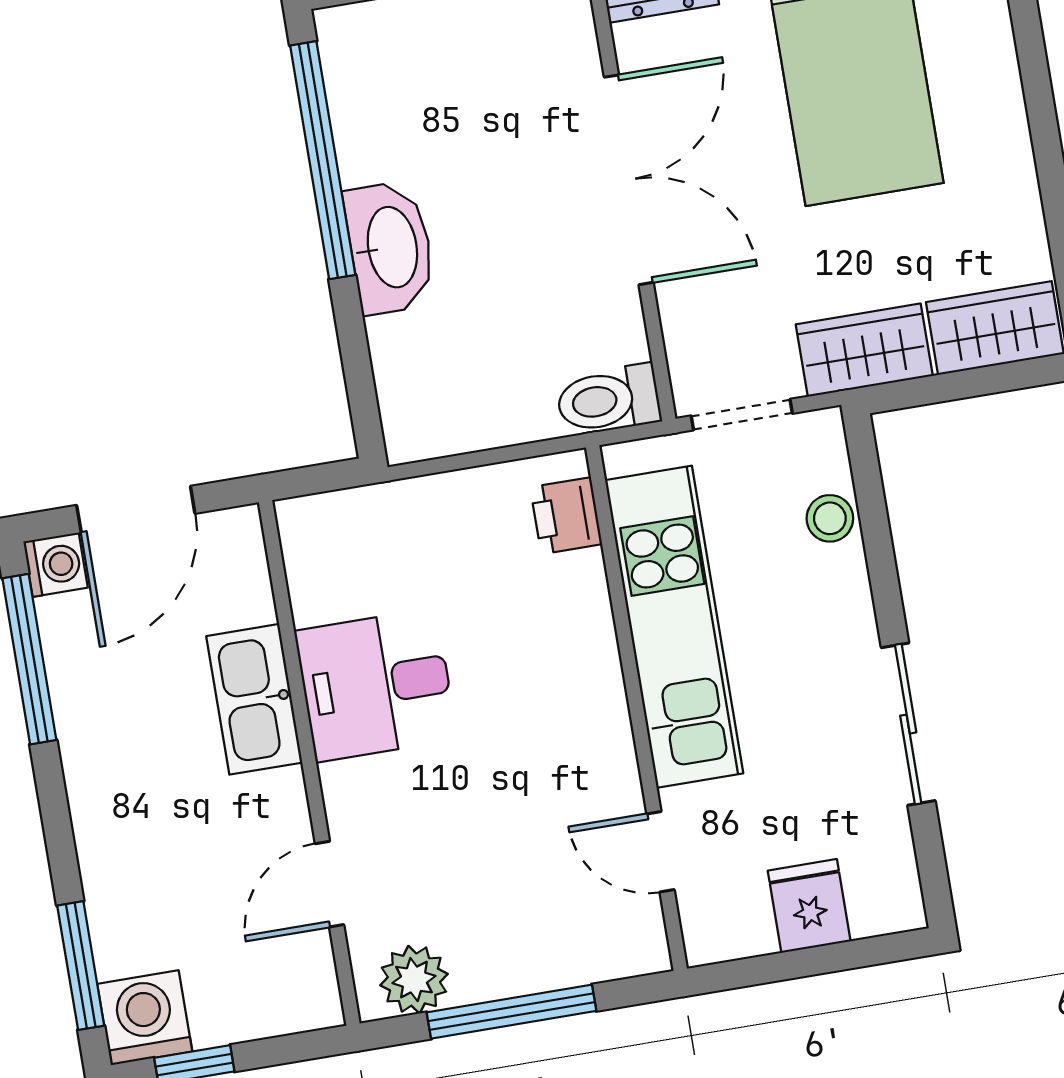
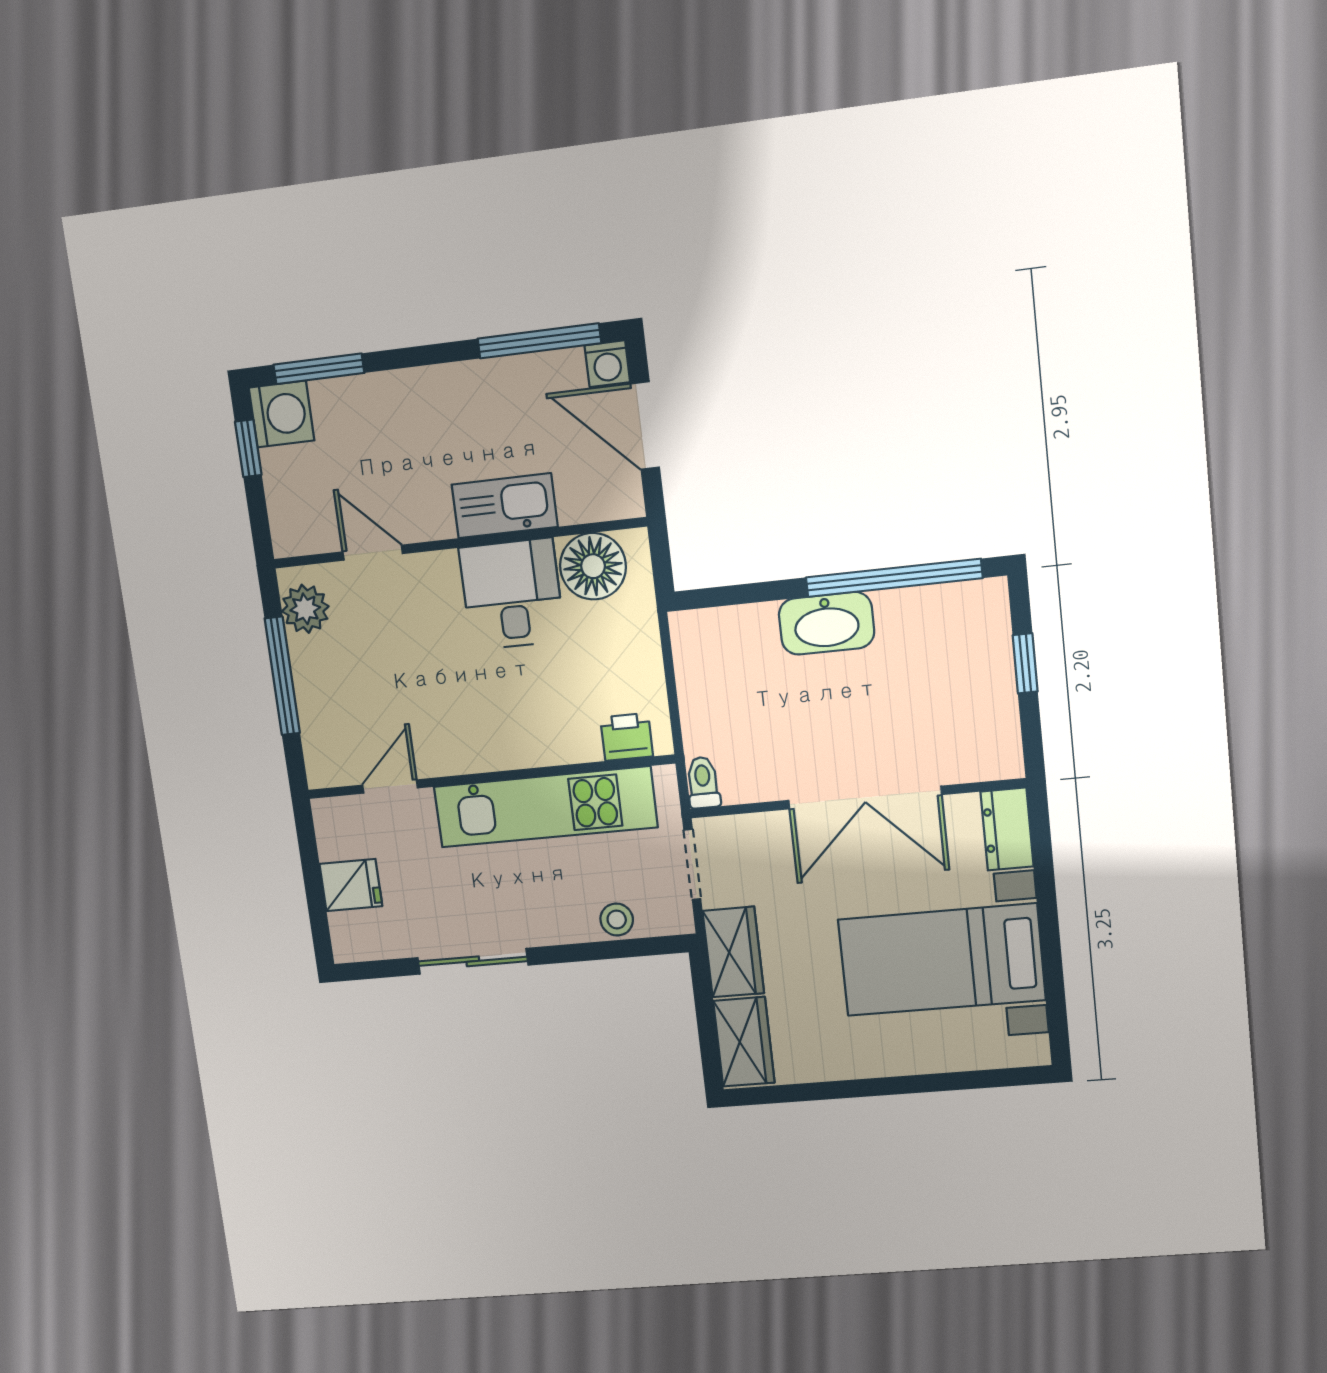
toilet: (608, 400) -> (703, 783), width x0.73, depth x0.72
floor lamp: (331, 573) -> (593, 566), added

